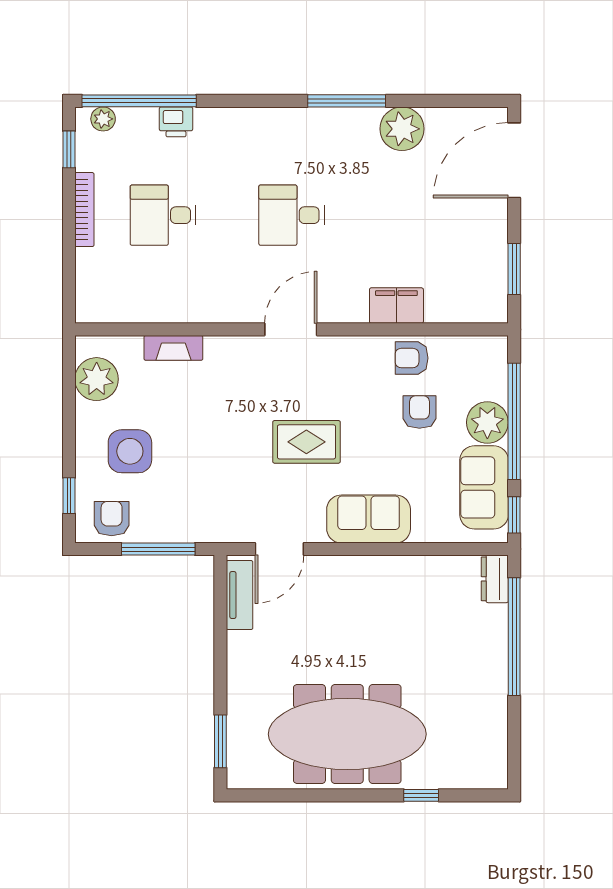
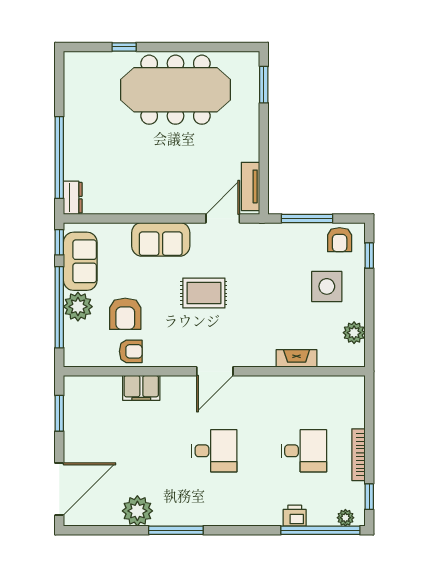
plant: (97, 379) -> (354, 333), width x0.73, depth x0.73
armchair: (419, 412) -> (125, 314), width x1.38, depth x1.38

